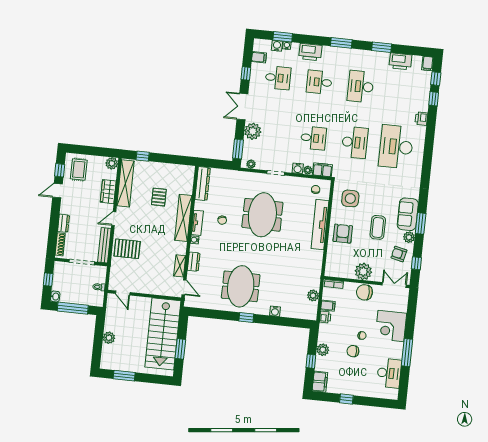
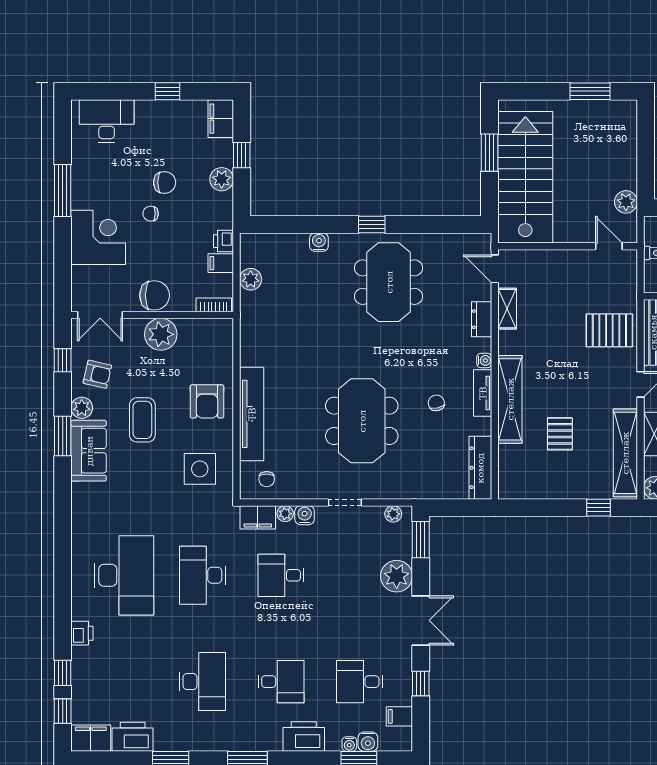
filing cabinet: (428, 63) -> (91, 738), width x2.00
plant: (109, 338) -> (626, 202), moved
desk: (389, 373) -> (107, 121), moved, turned 90

